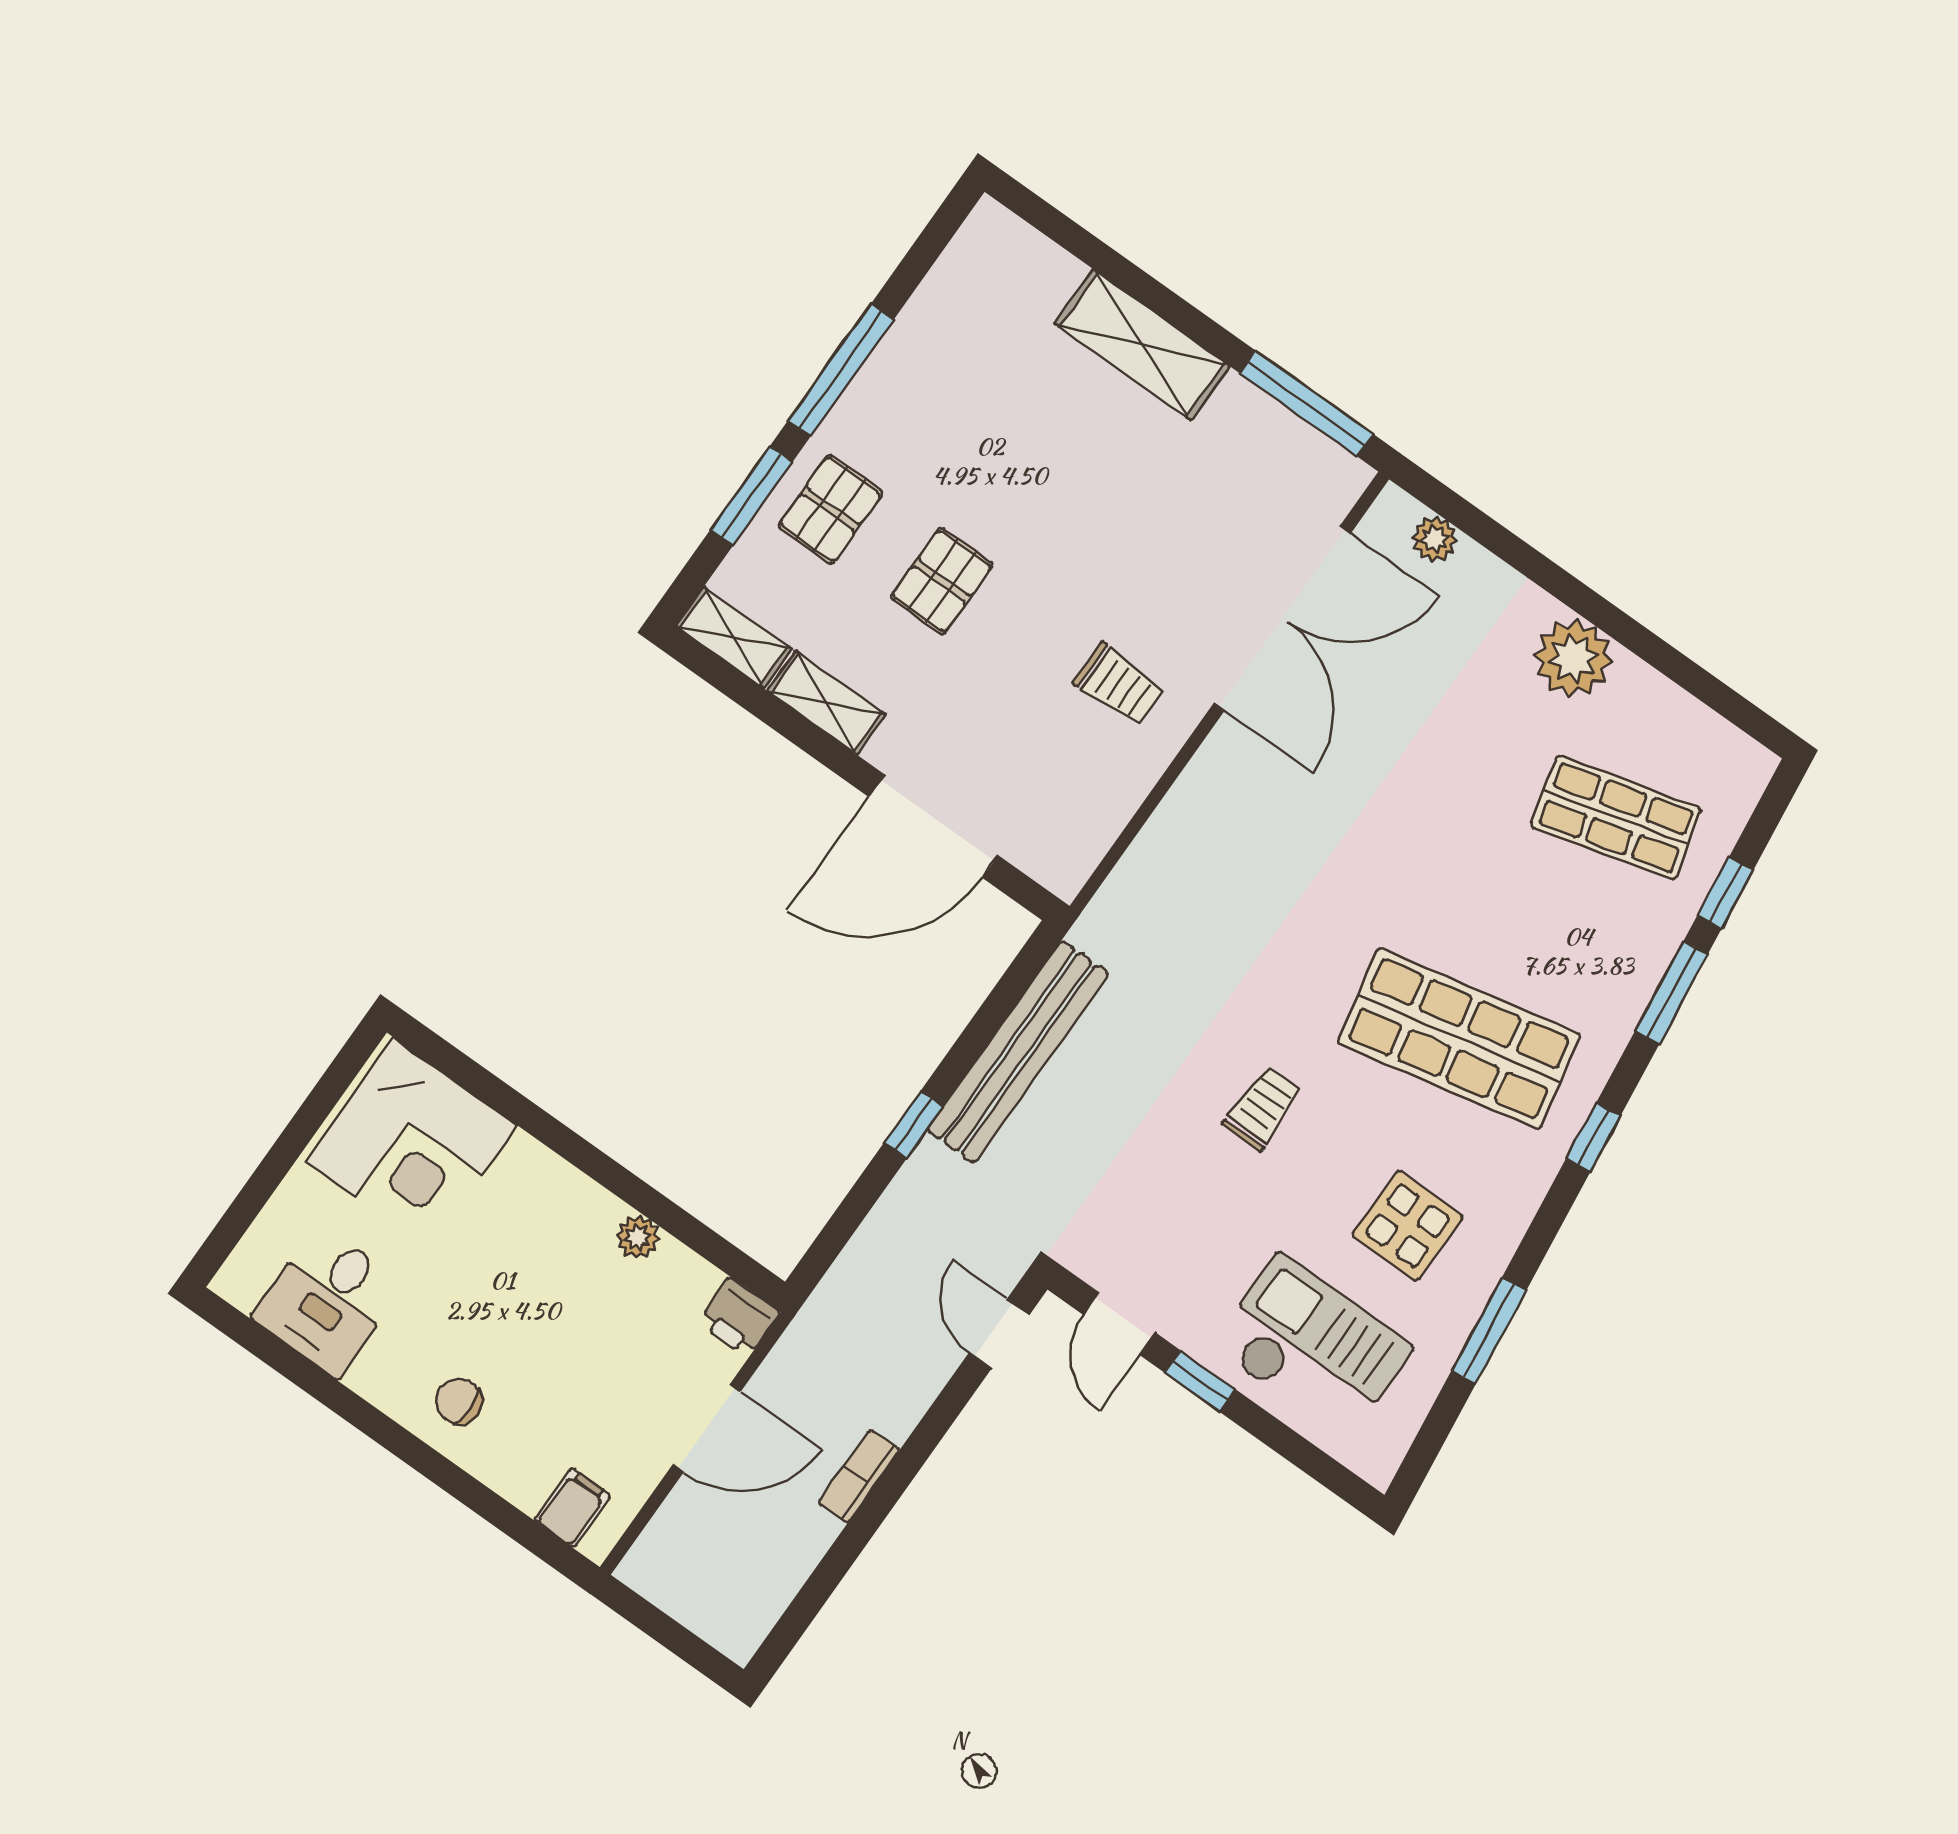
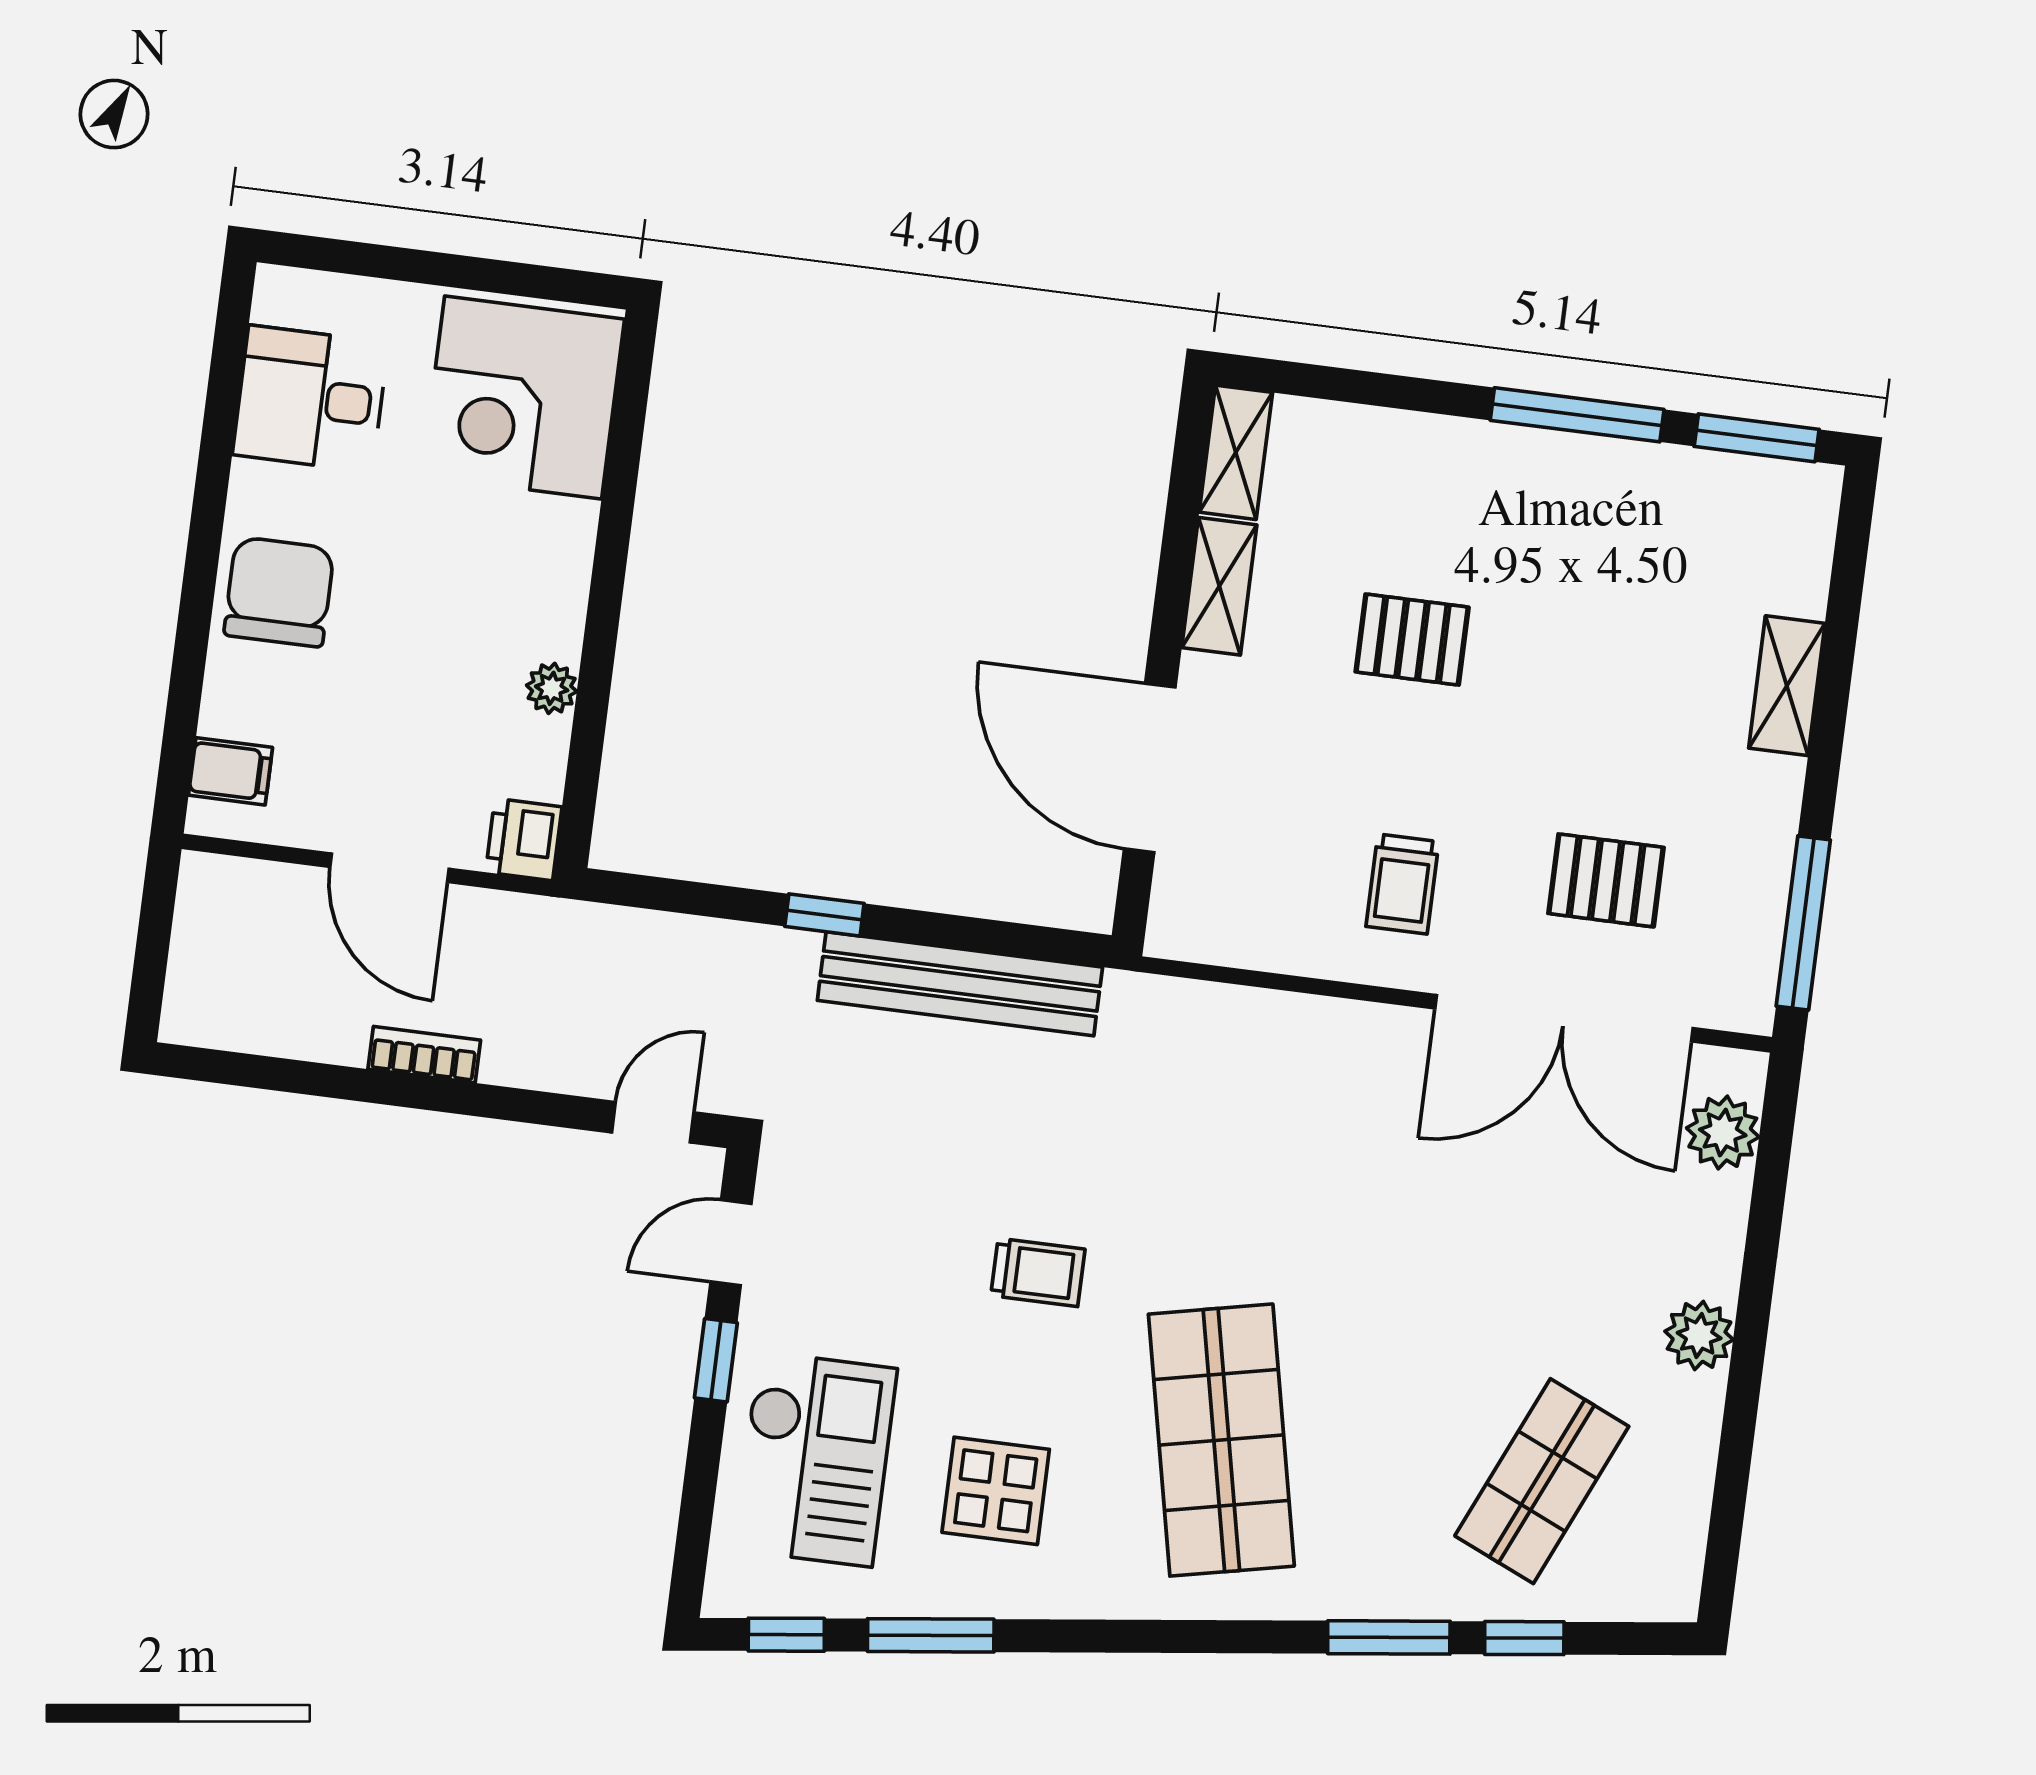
shelving: (1142, 345) -> (1787, 686), width x0.67, depth x0.75
window: (751, 496) -> (1757, 438), moved
pallet: (831, 509) -> (1606, 880), moved
plant: (1434, 539) -> (1723, 1132), width x1.38, depth x1.38
plant: (1573, 658) -> (1699, 1336), width x0.73, depth x0.73
shop shelf: (1616, 818) -> (1542, 1481), turned 39
window: (1593, 1137) -> (786, 1635), moved
chair: (459, 1401) -> (279, 592), width x1.87, depth x1.87

